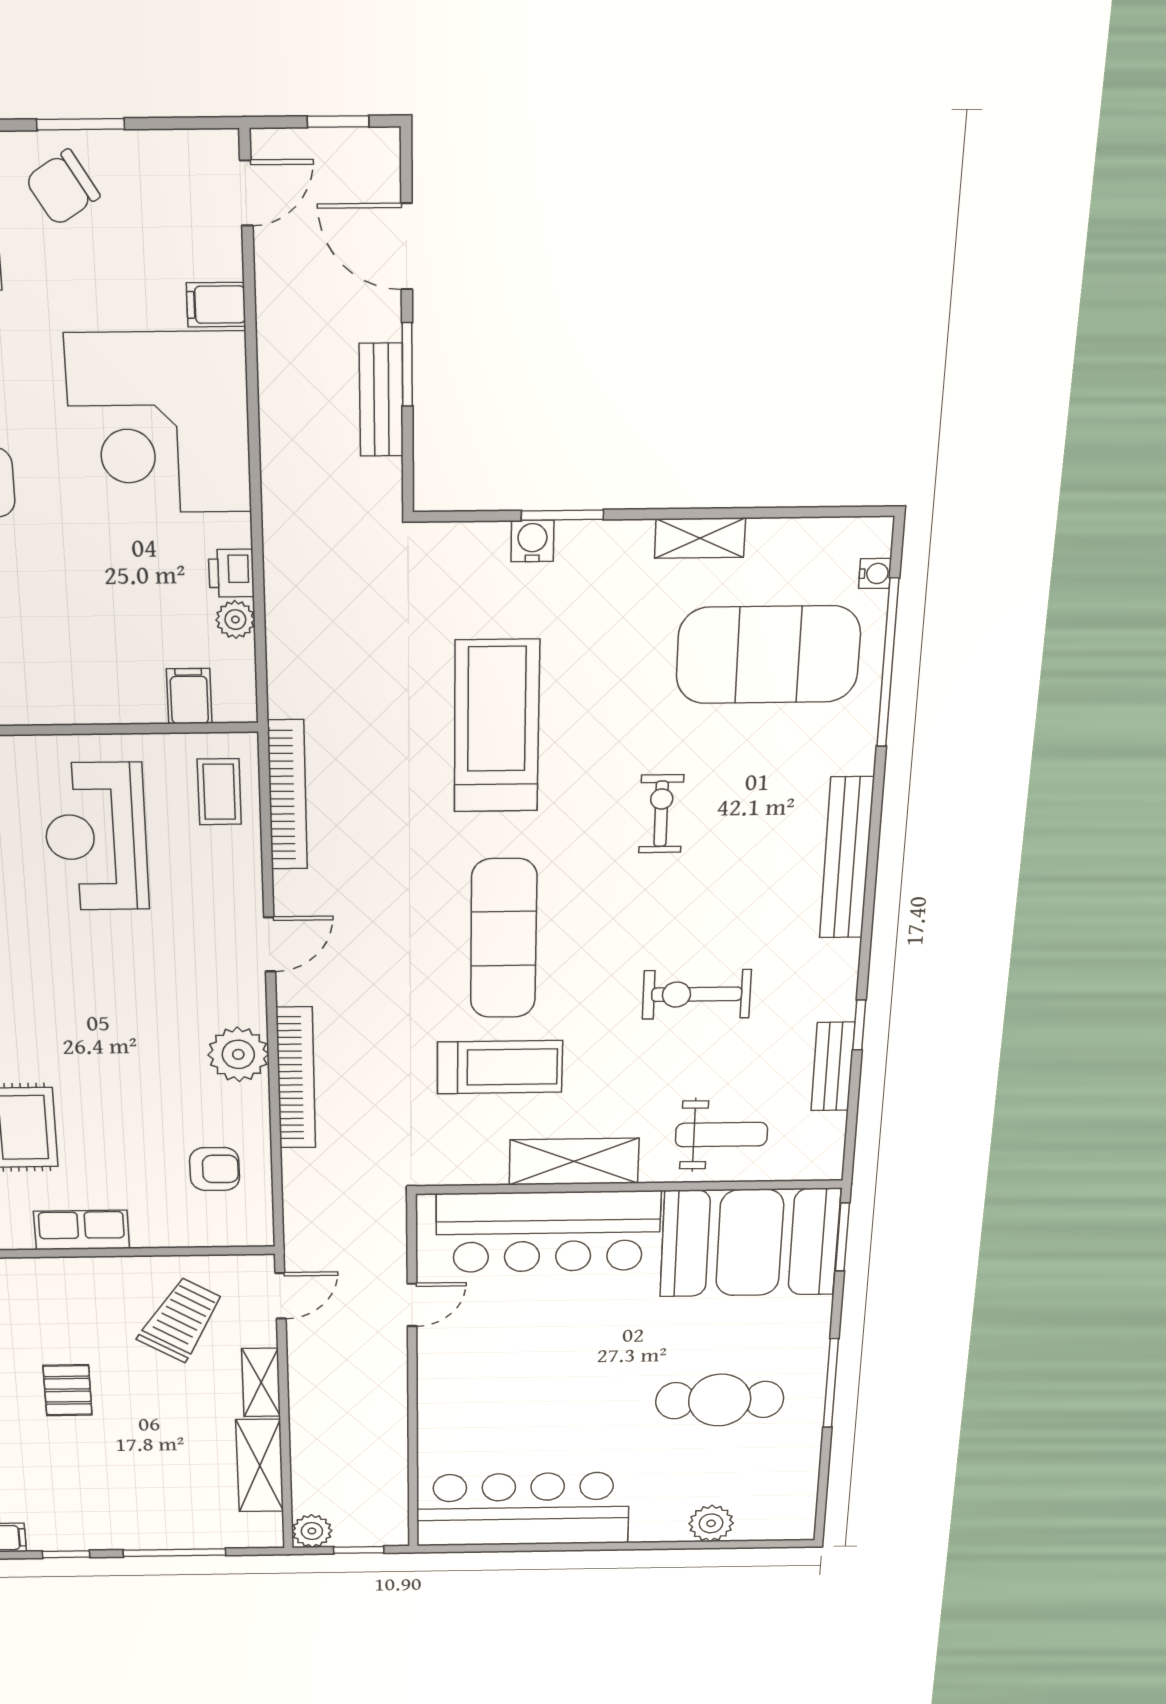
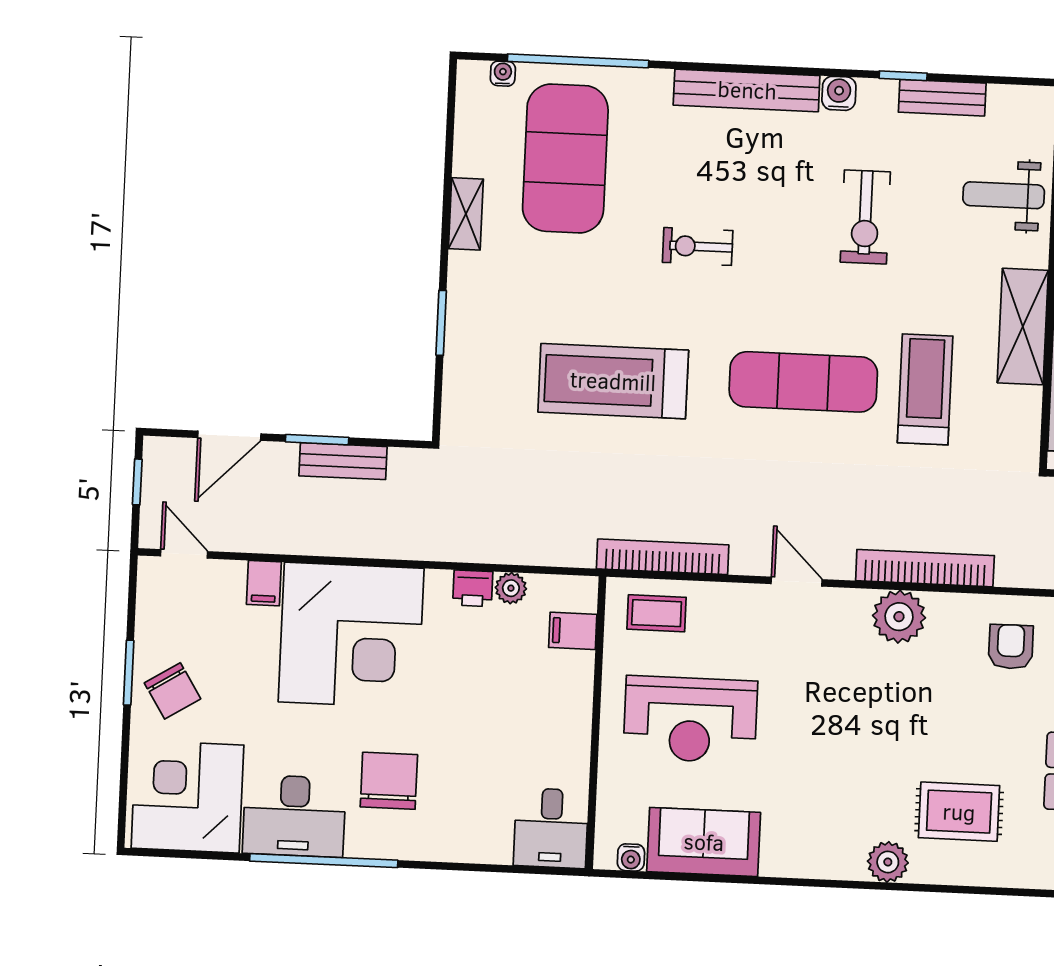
water cooler: (532, 541) -> (839, 93), moved, turned 90
weight bench: (721, 1135) -> (1004, 195), turned -90

